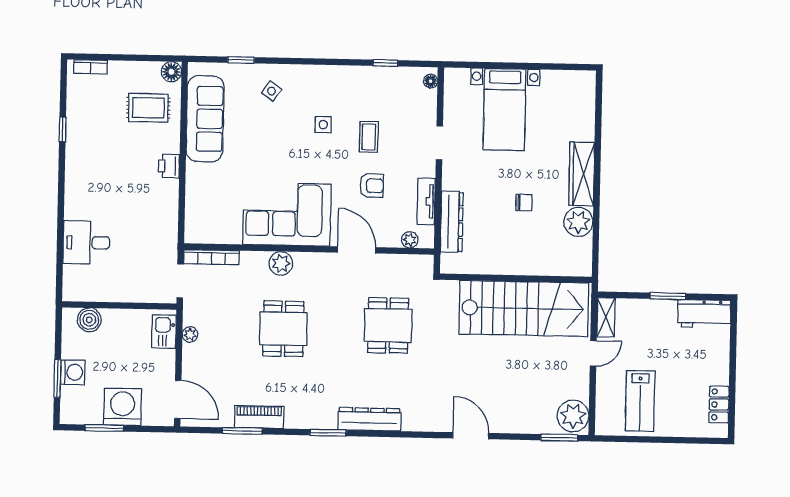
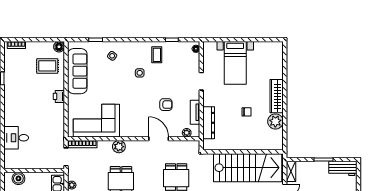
coffee table: (369, 137) -> (157, 55), moved
corner sofa: (287, 214) -> (96, 121), moved

